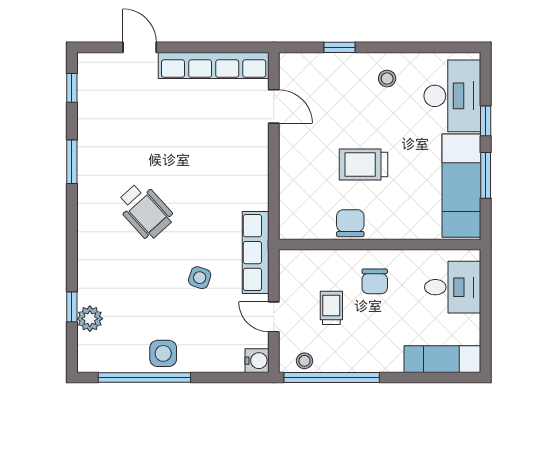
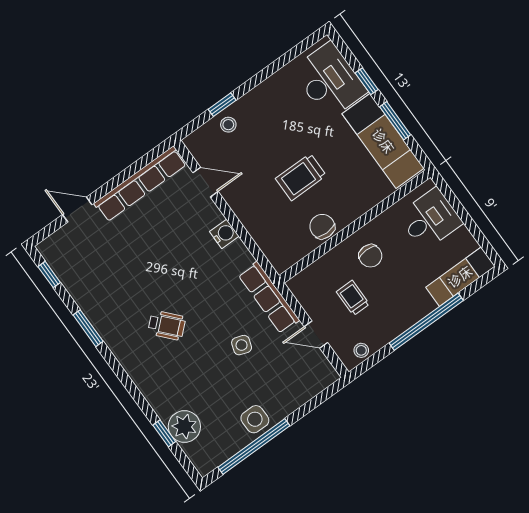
stool: (387, 79) -> (228, 125), moved
wheelchair: (145, 211) -> (167, 325), width x0.73, depth x0.73
plant: (90, 319) -> (184, 427), width x1.36, depth x1.36
water cooler: (257, 361) -> (224, 234), moved
window: (332, 377) -> (426, 322), moved

